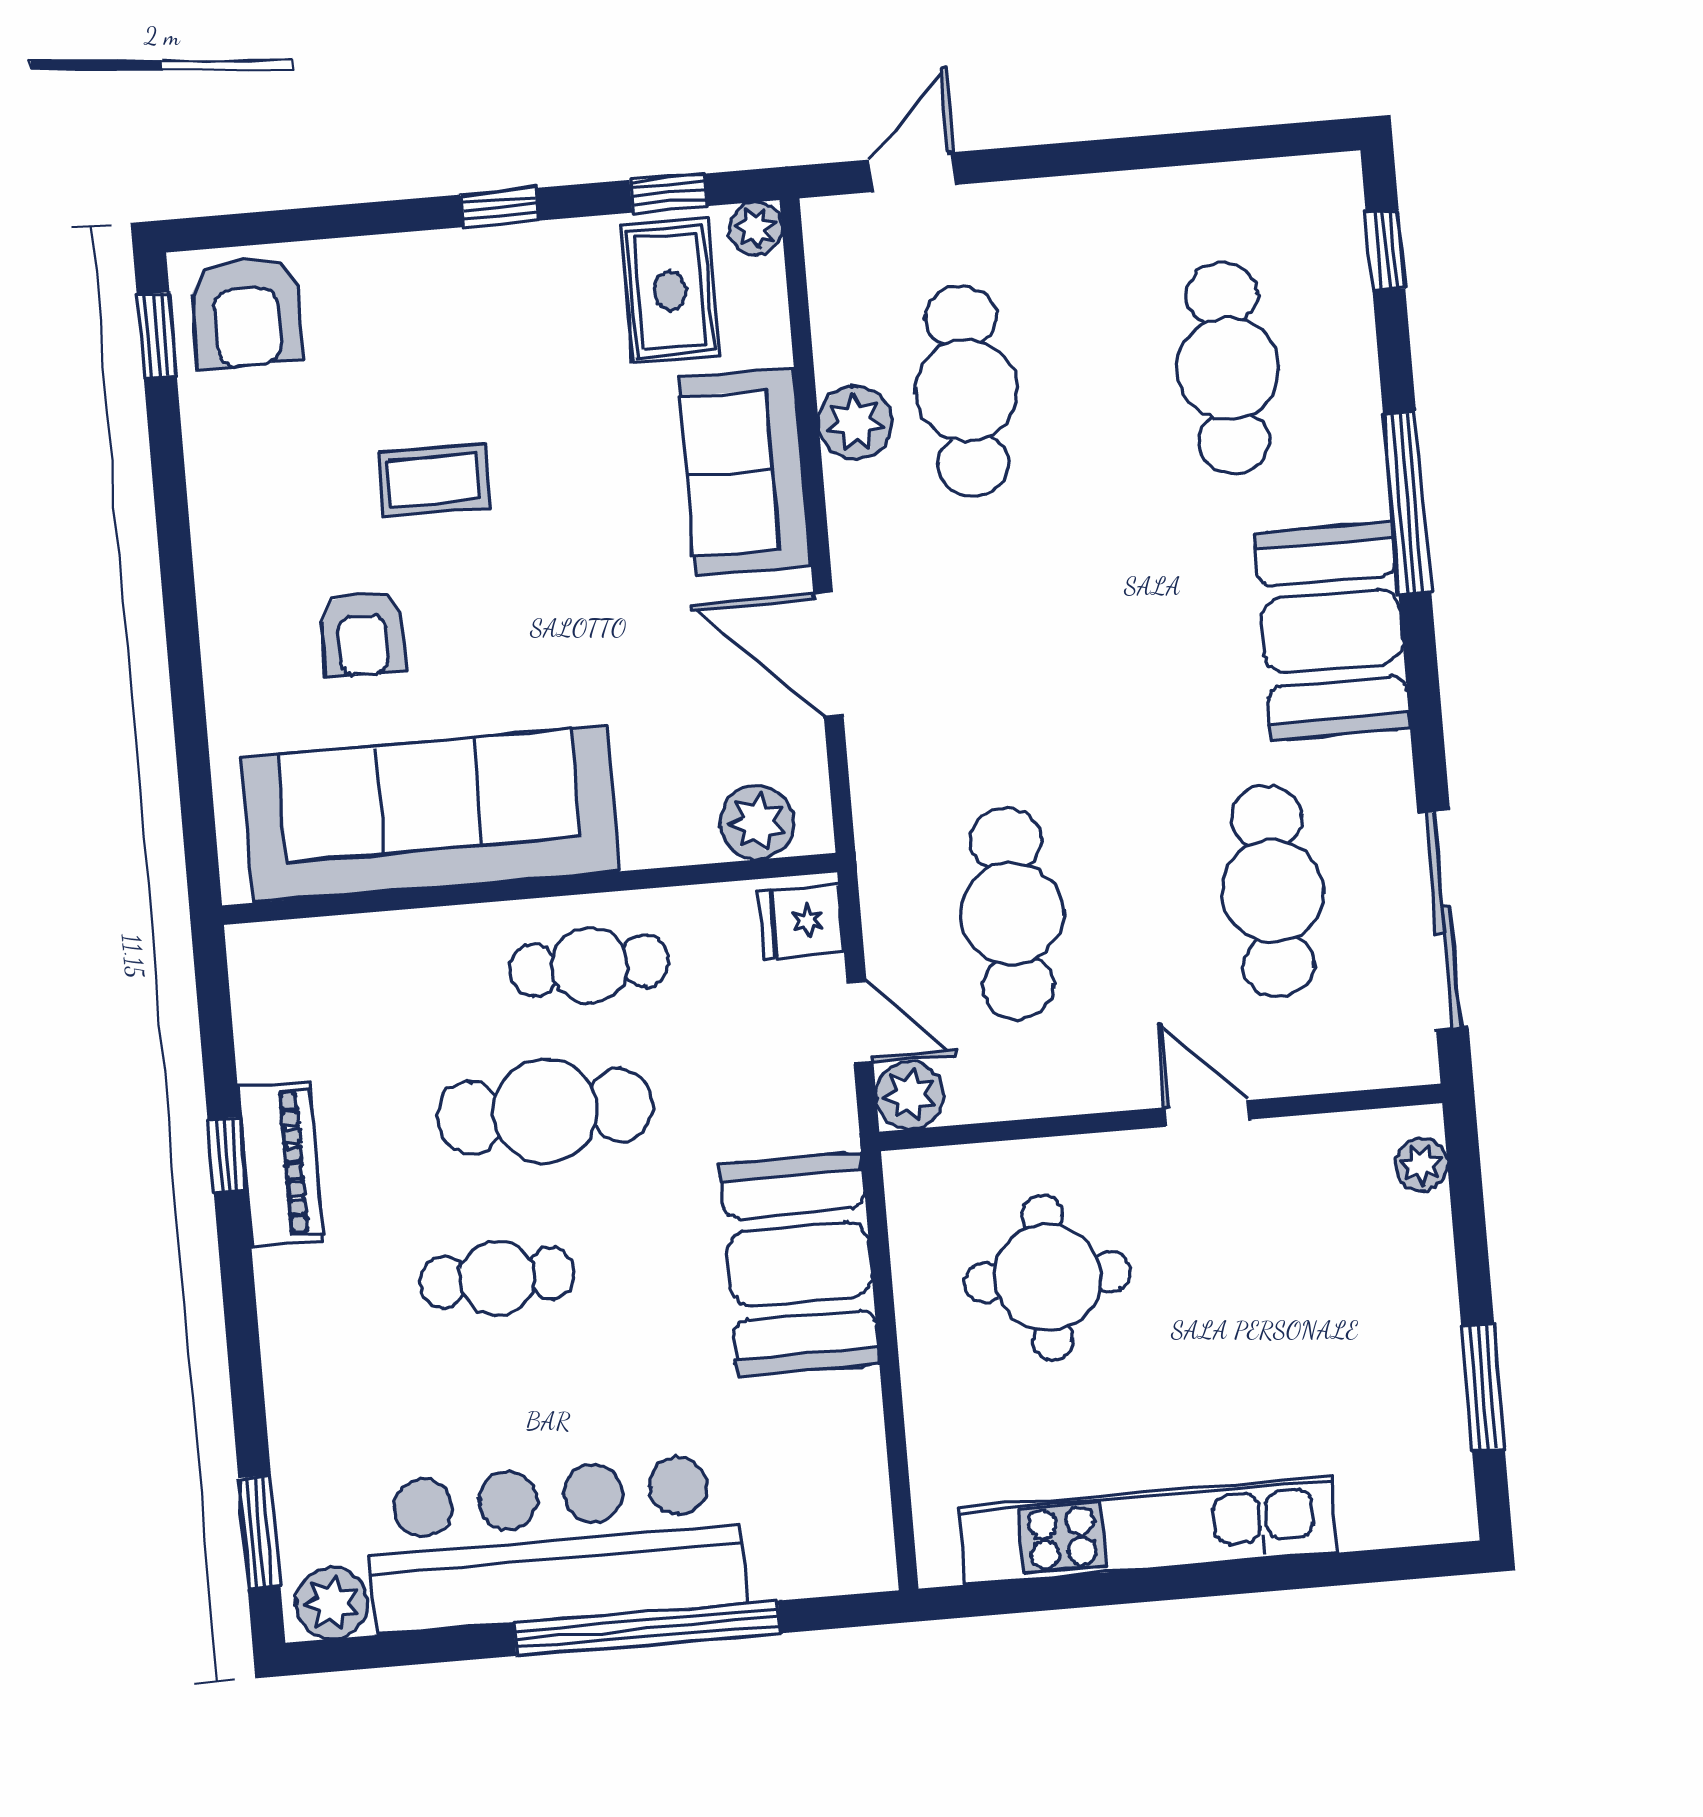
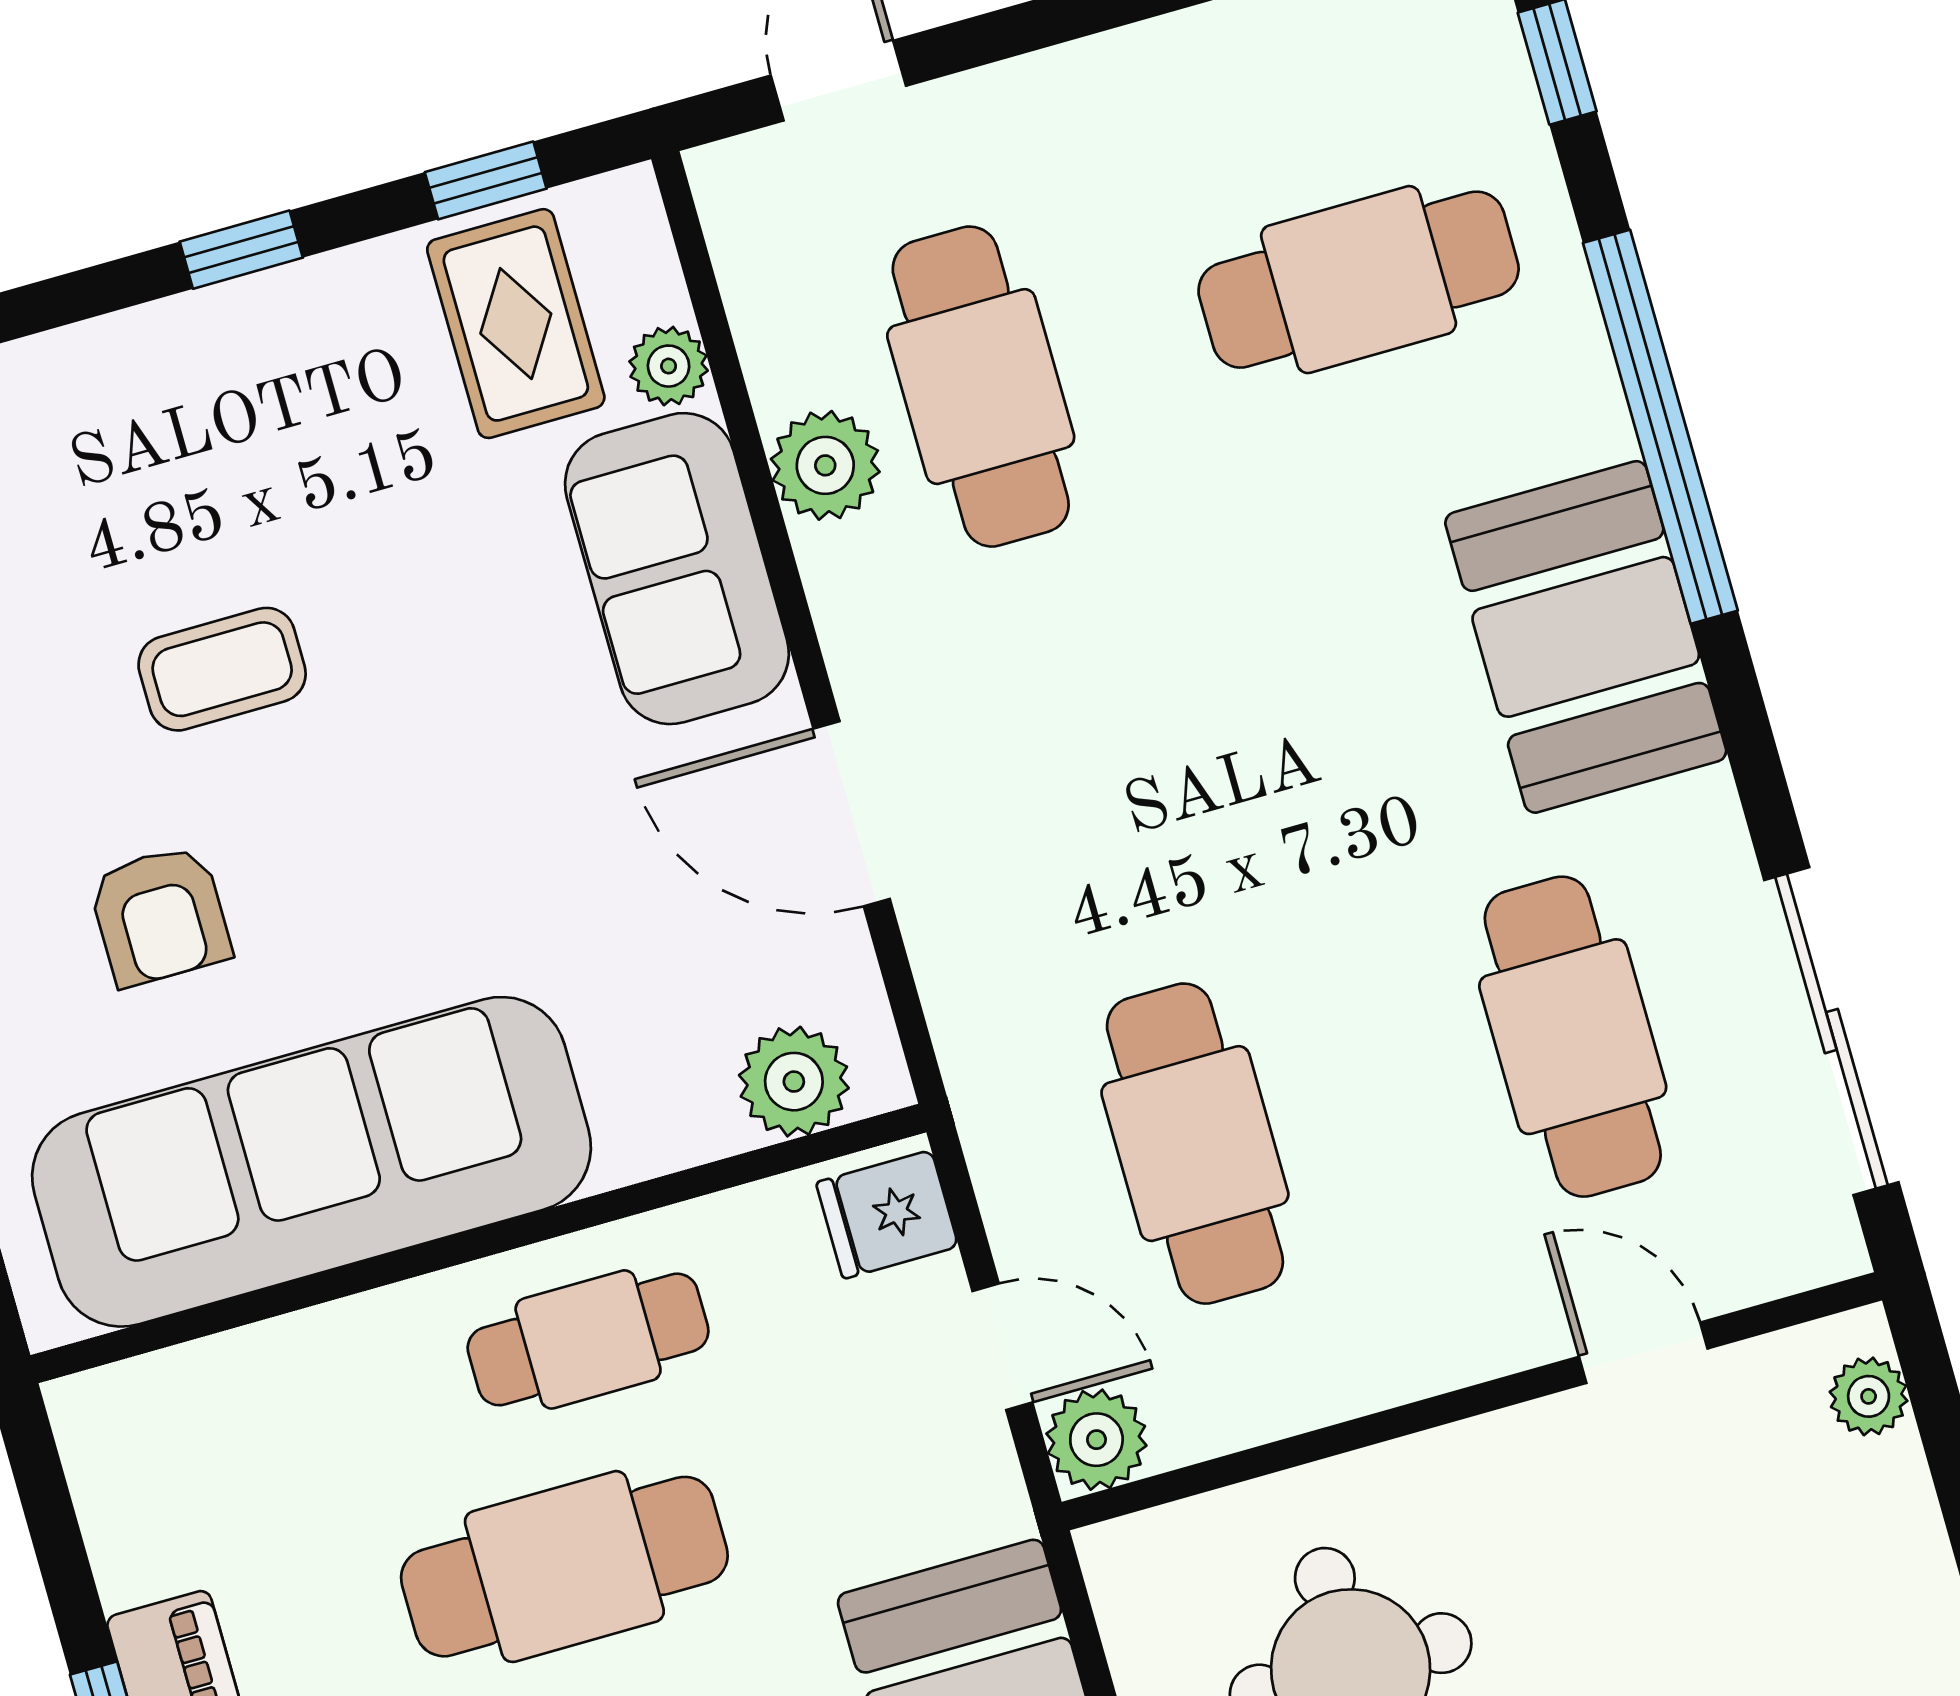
plant: (756, 229) -> (669, 366), moved
cafe table: (1228, 368) -> (1359, 280), turned 90
window: (1407, 503) -> (1660, 427), width x1.46
door: (1207, 1113) -> (1643, 1353), moved

